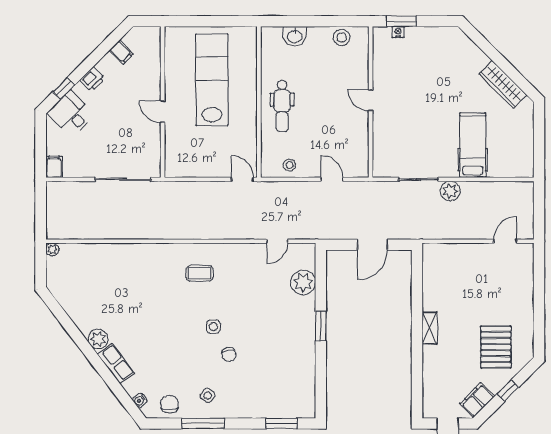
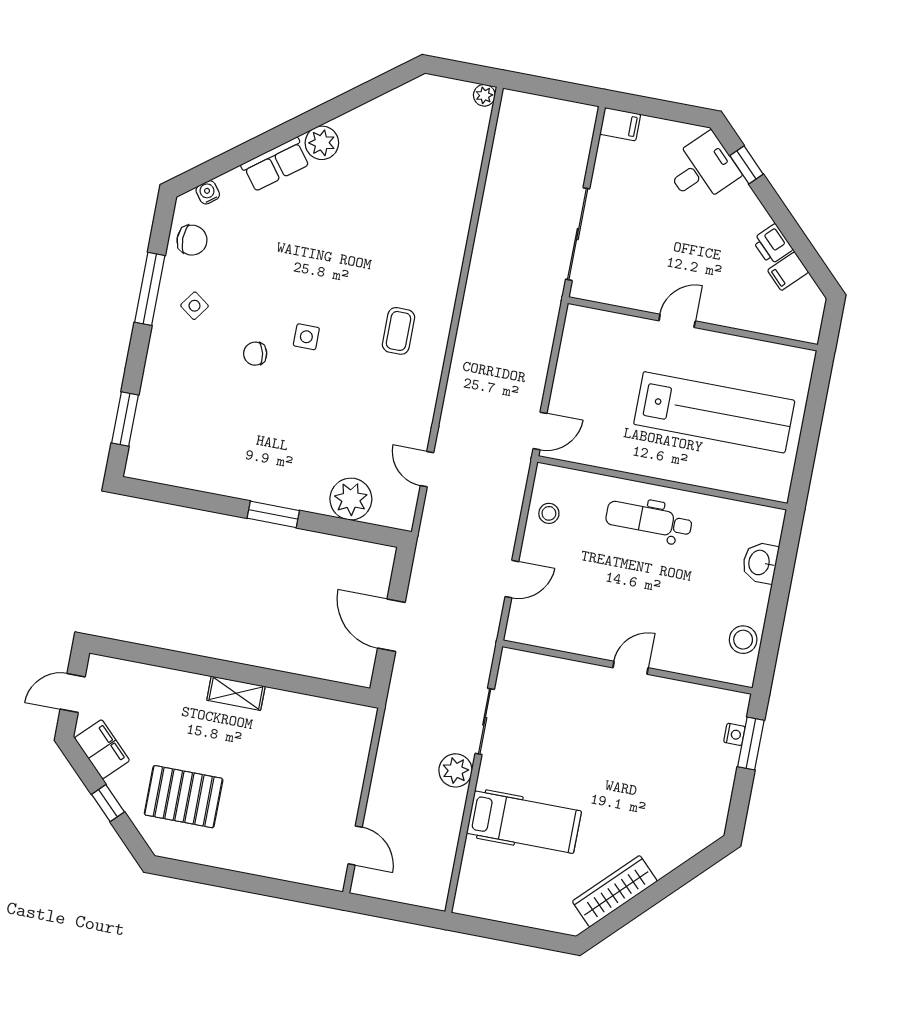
printer: (93, 79) -> (772, 244), moved

